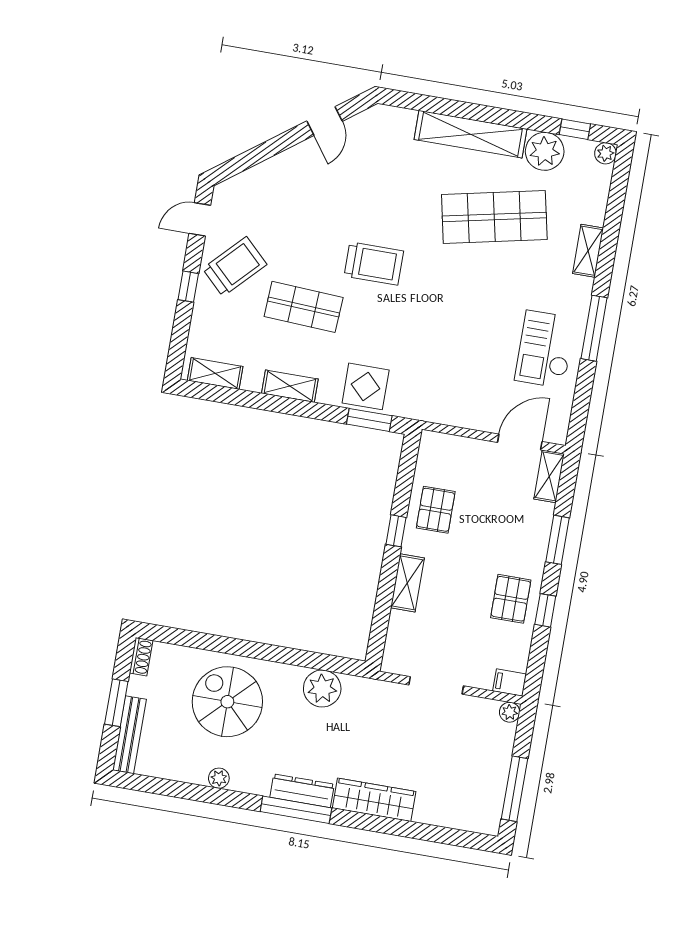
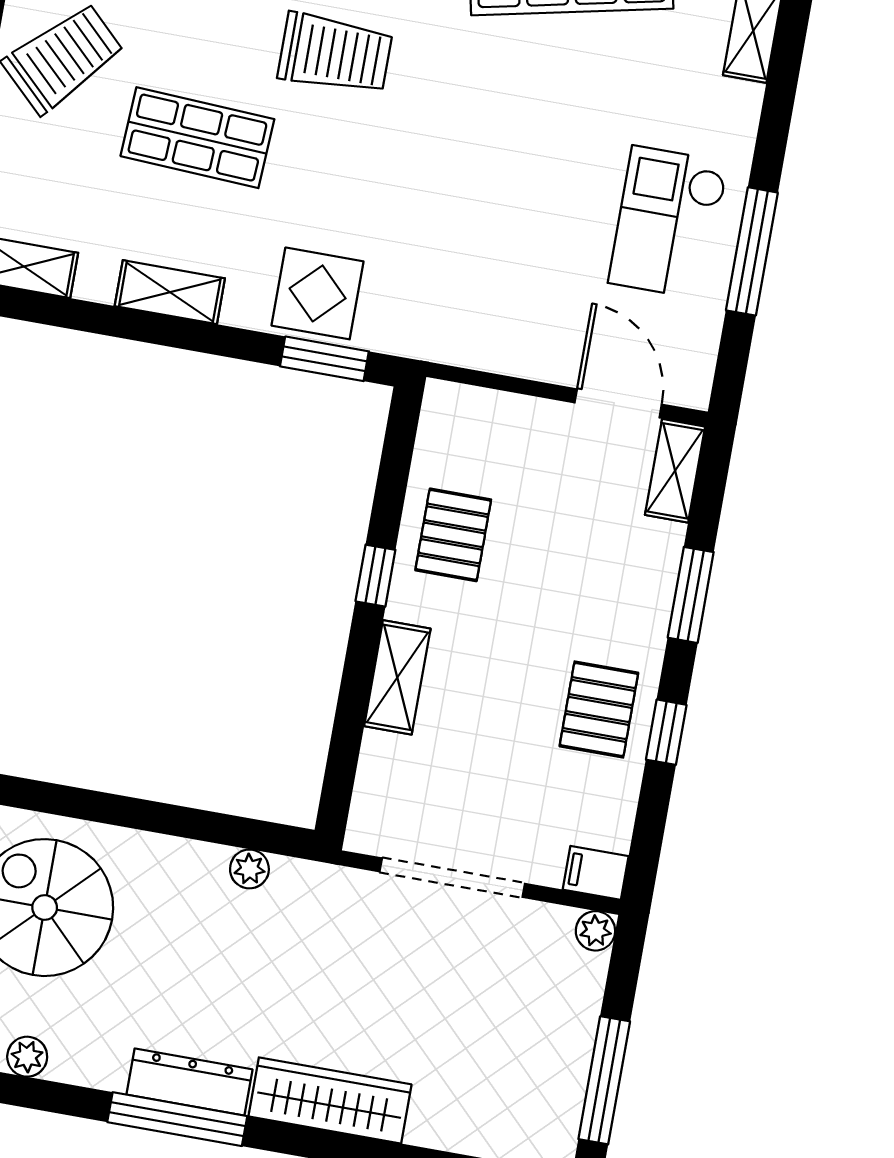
window: (594, 328) -> (752, 251), moved
door: (520, 442) -> (618, 403), hinge flipped
doorway: (436, 685) -> (452, 878), width x1.36
plant: (322, 688) -> (249, 869), width x0.53, depth x0.53

